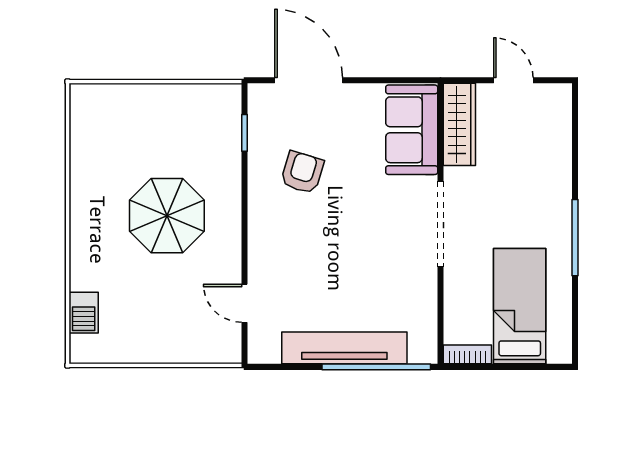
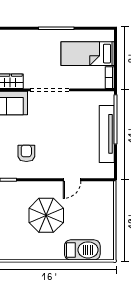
armchair: (302, 172) -> (26, 153), turned 73
door: (245, 303) -> (72, 180), moved
barbecue: (84, 313) -> (82, 250), width x1.88, depth x1.53

